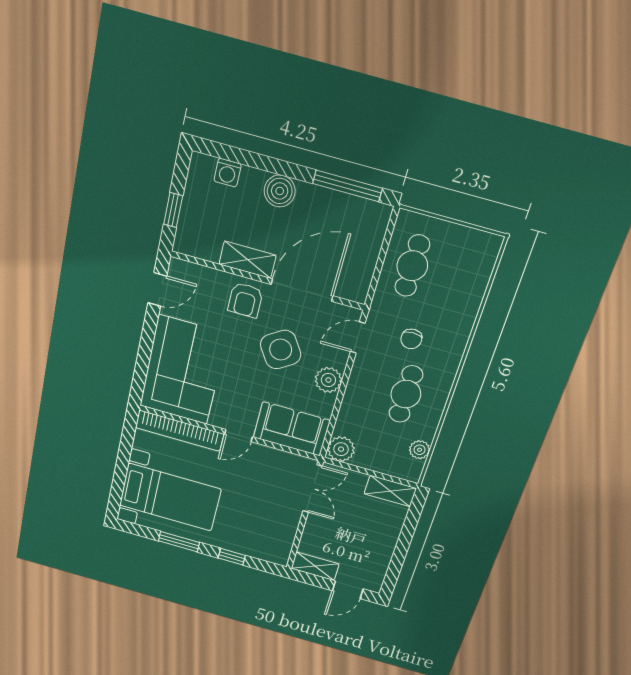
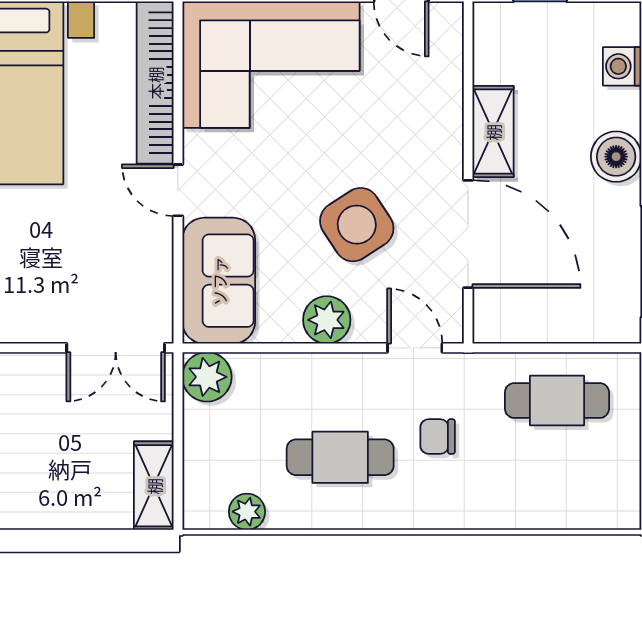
armchair: (245, 300) -> (425, 144), removed

